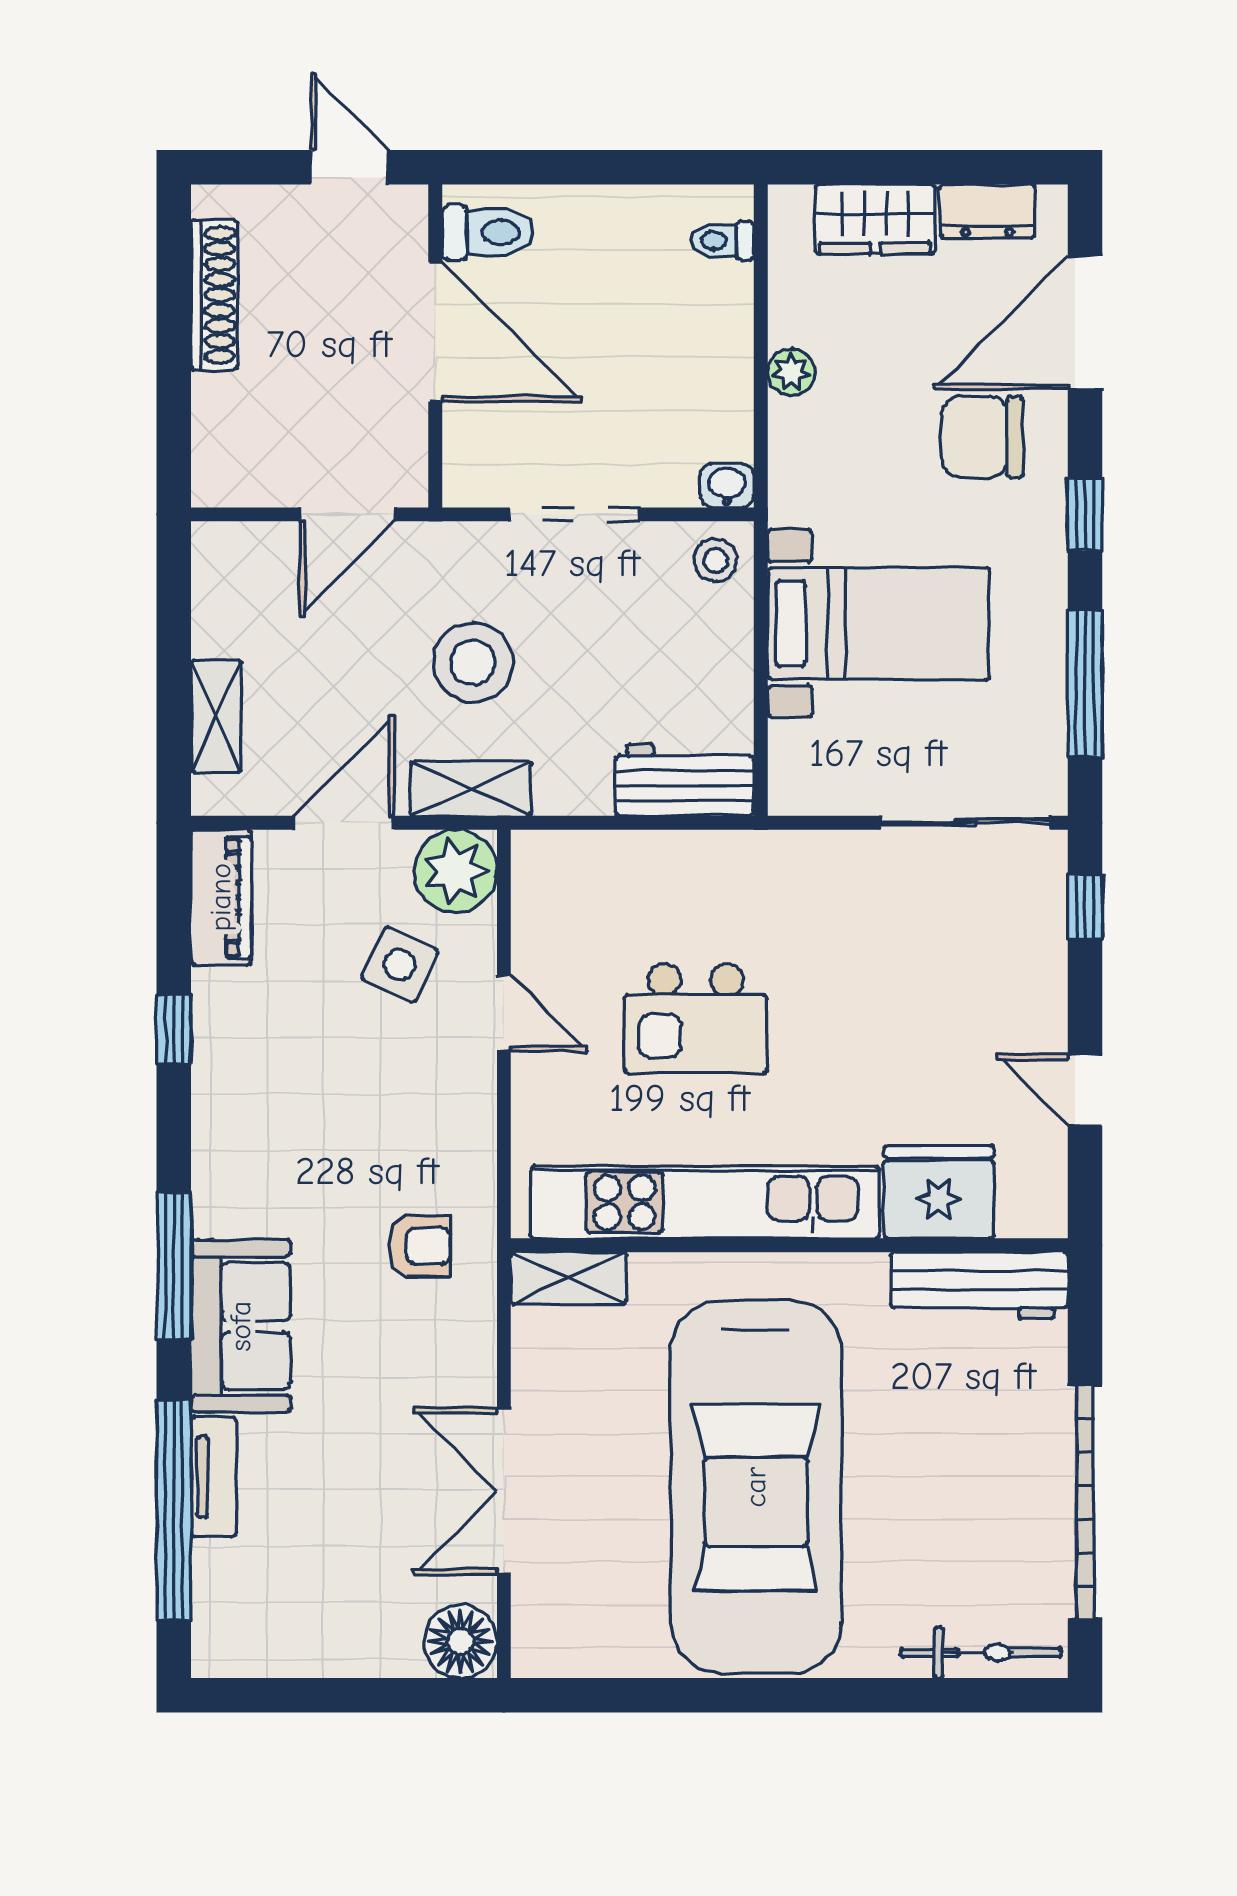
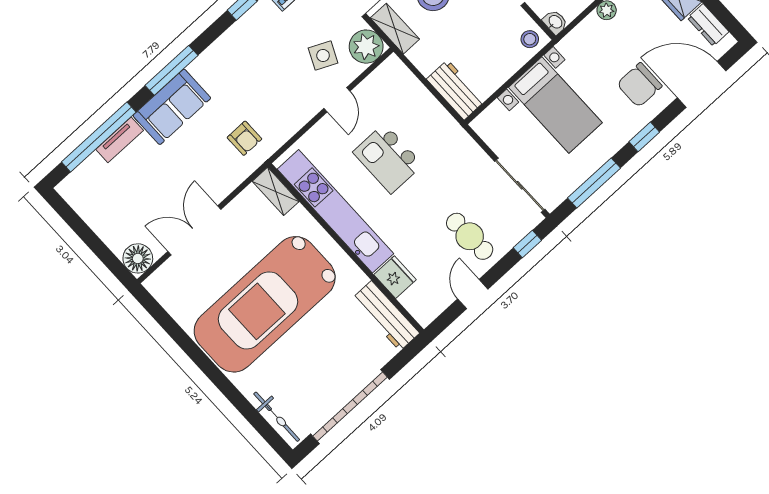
chair: (982, 437) -> (639, 85), turned -90
cafe table: (975, 999) -> (470, 236), added
fridge: (939, 1192) -> (395, 277), width x0.73, depth x0.75

